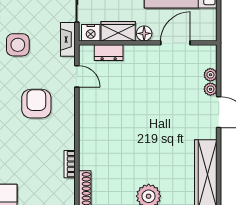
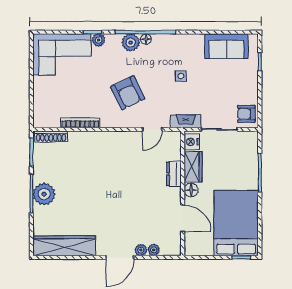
side table: (18, 45) -> (181, 76), width x0.54, depth x0.54
dresser: (109, 53) -> (174, 174), moved
armchair: (36, 104) -> (128, 93), turned 64
bookcase: (70, 164) -> (80, 123), width x1.56

